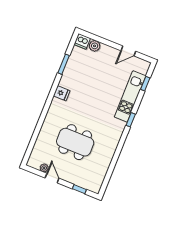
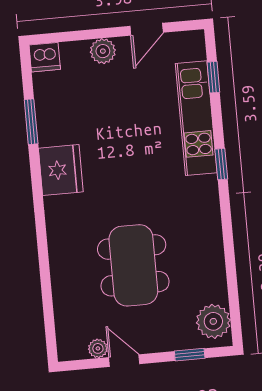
plant: (95, 46) -> (103, 51), moved
fridge: (62, 93) -> (61, 170), width x1.88, depth x1.34
dining table: (75, 142) -> (133, 265), turned 90
plant: (96, 181) -> (213, 321), added

